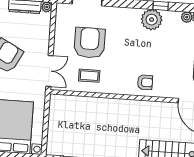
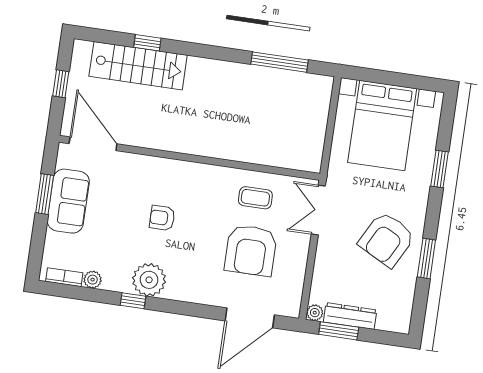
armchair: (145, 82) -> (162, 218), moved

